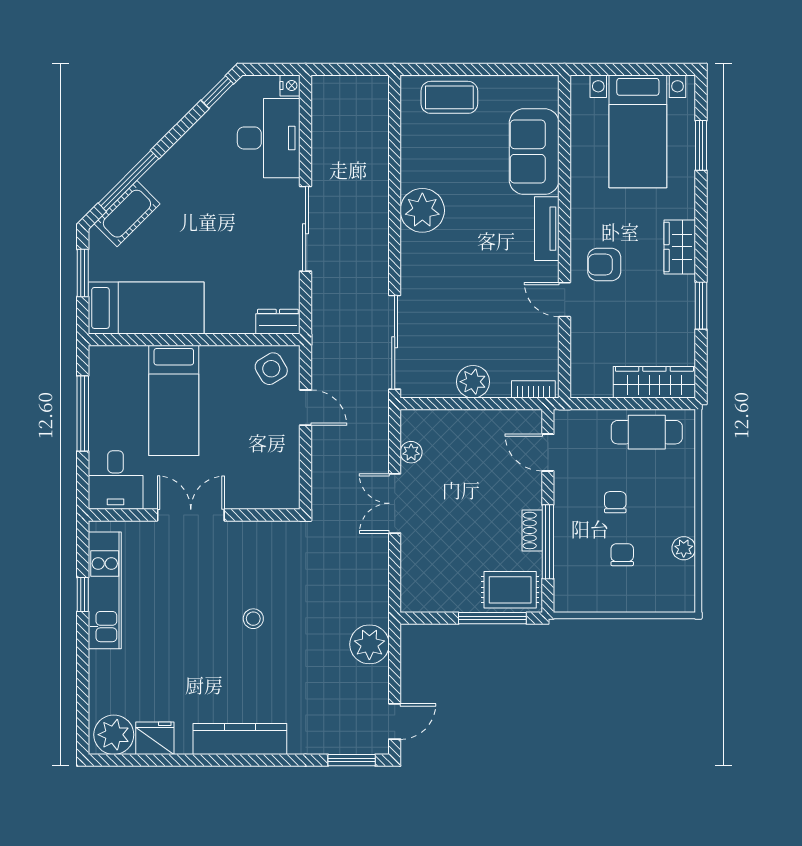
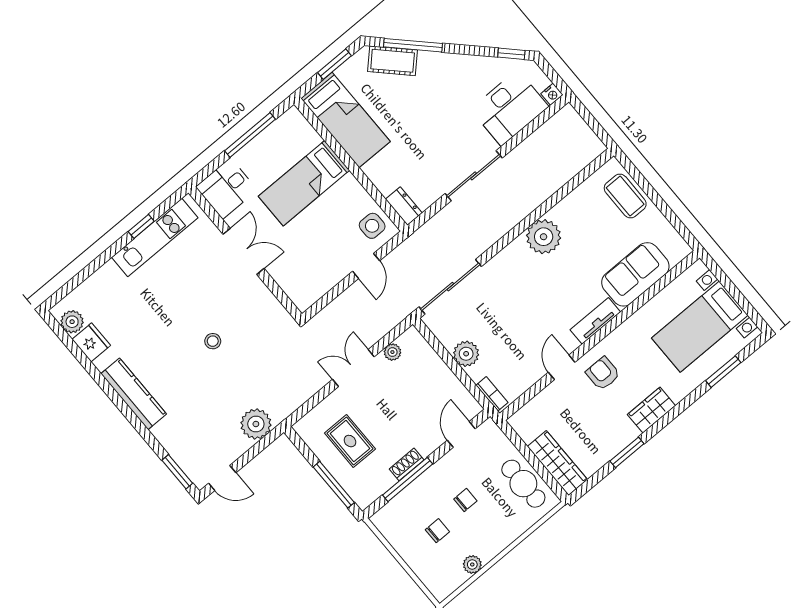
side table: (271, 369) -> (372, 226), turned 31
rug: (510, 590) -> (350, 441), moved
plant: (114, 735) -> (72, 322), width x0.73, depth x0.73

